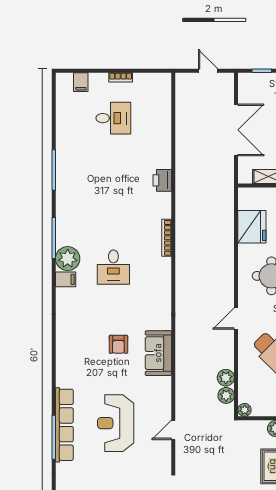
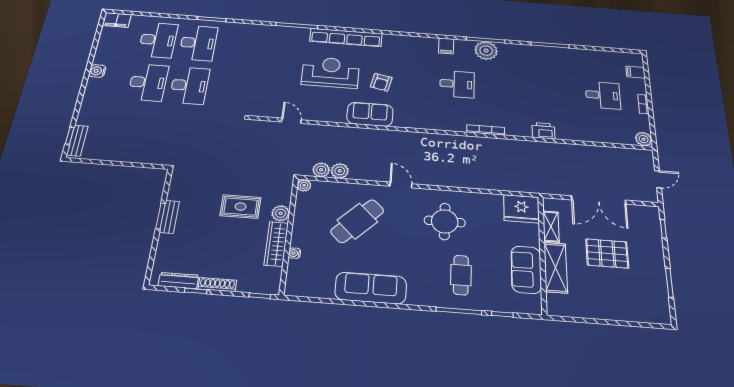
plant: (163, 81) -> (644, 139), added
desk: (113, 118) -> (603, 95), turned -90
fridge: (252, 227) -> (521, 209), moved
plant: (68, 259) -> (486, 51), moved
desk: (113, 267) -> (457, 84), turned 180
armchair: (118, 344) -> (381, 82), turned -78
reception desk: (116, 423) -> (331, 72), moved
row of seats: (64, 425) -> (346, 37), moved

